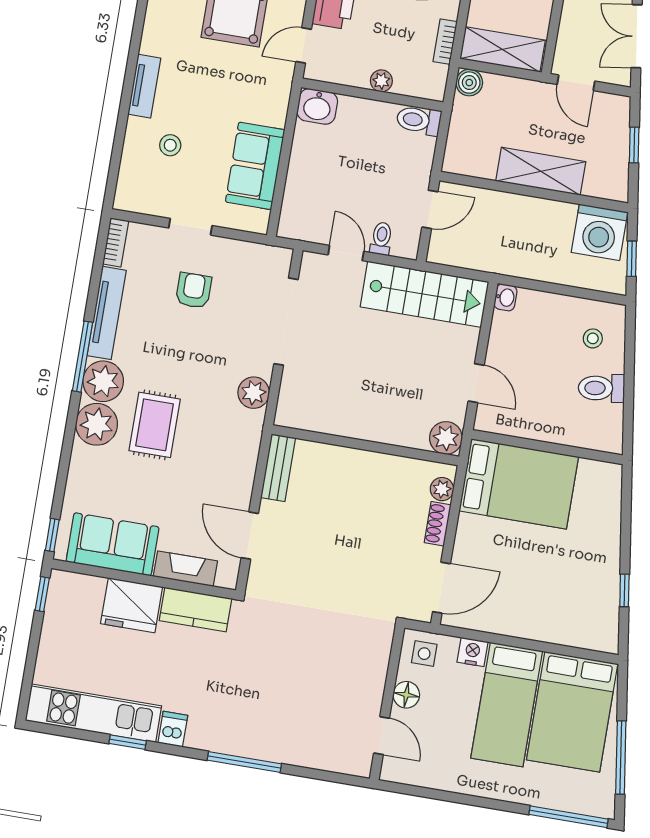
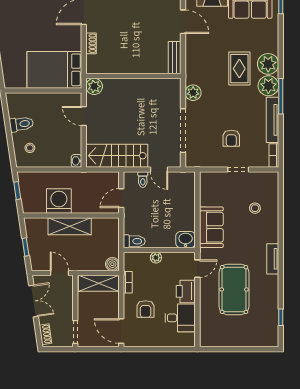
tv unit: (144, 86) -> (273, 259), moved
sofa: (255, 166) -> (211, 227), moved
washing machine: (599, 232) -> (59, 201), moved
plant: (442, 489) -> (92, 61), removed

